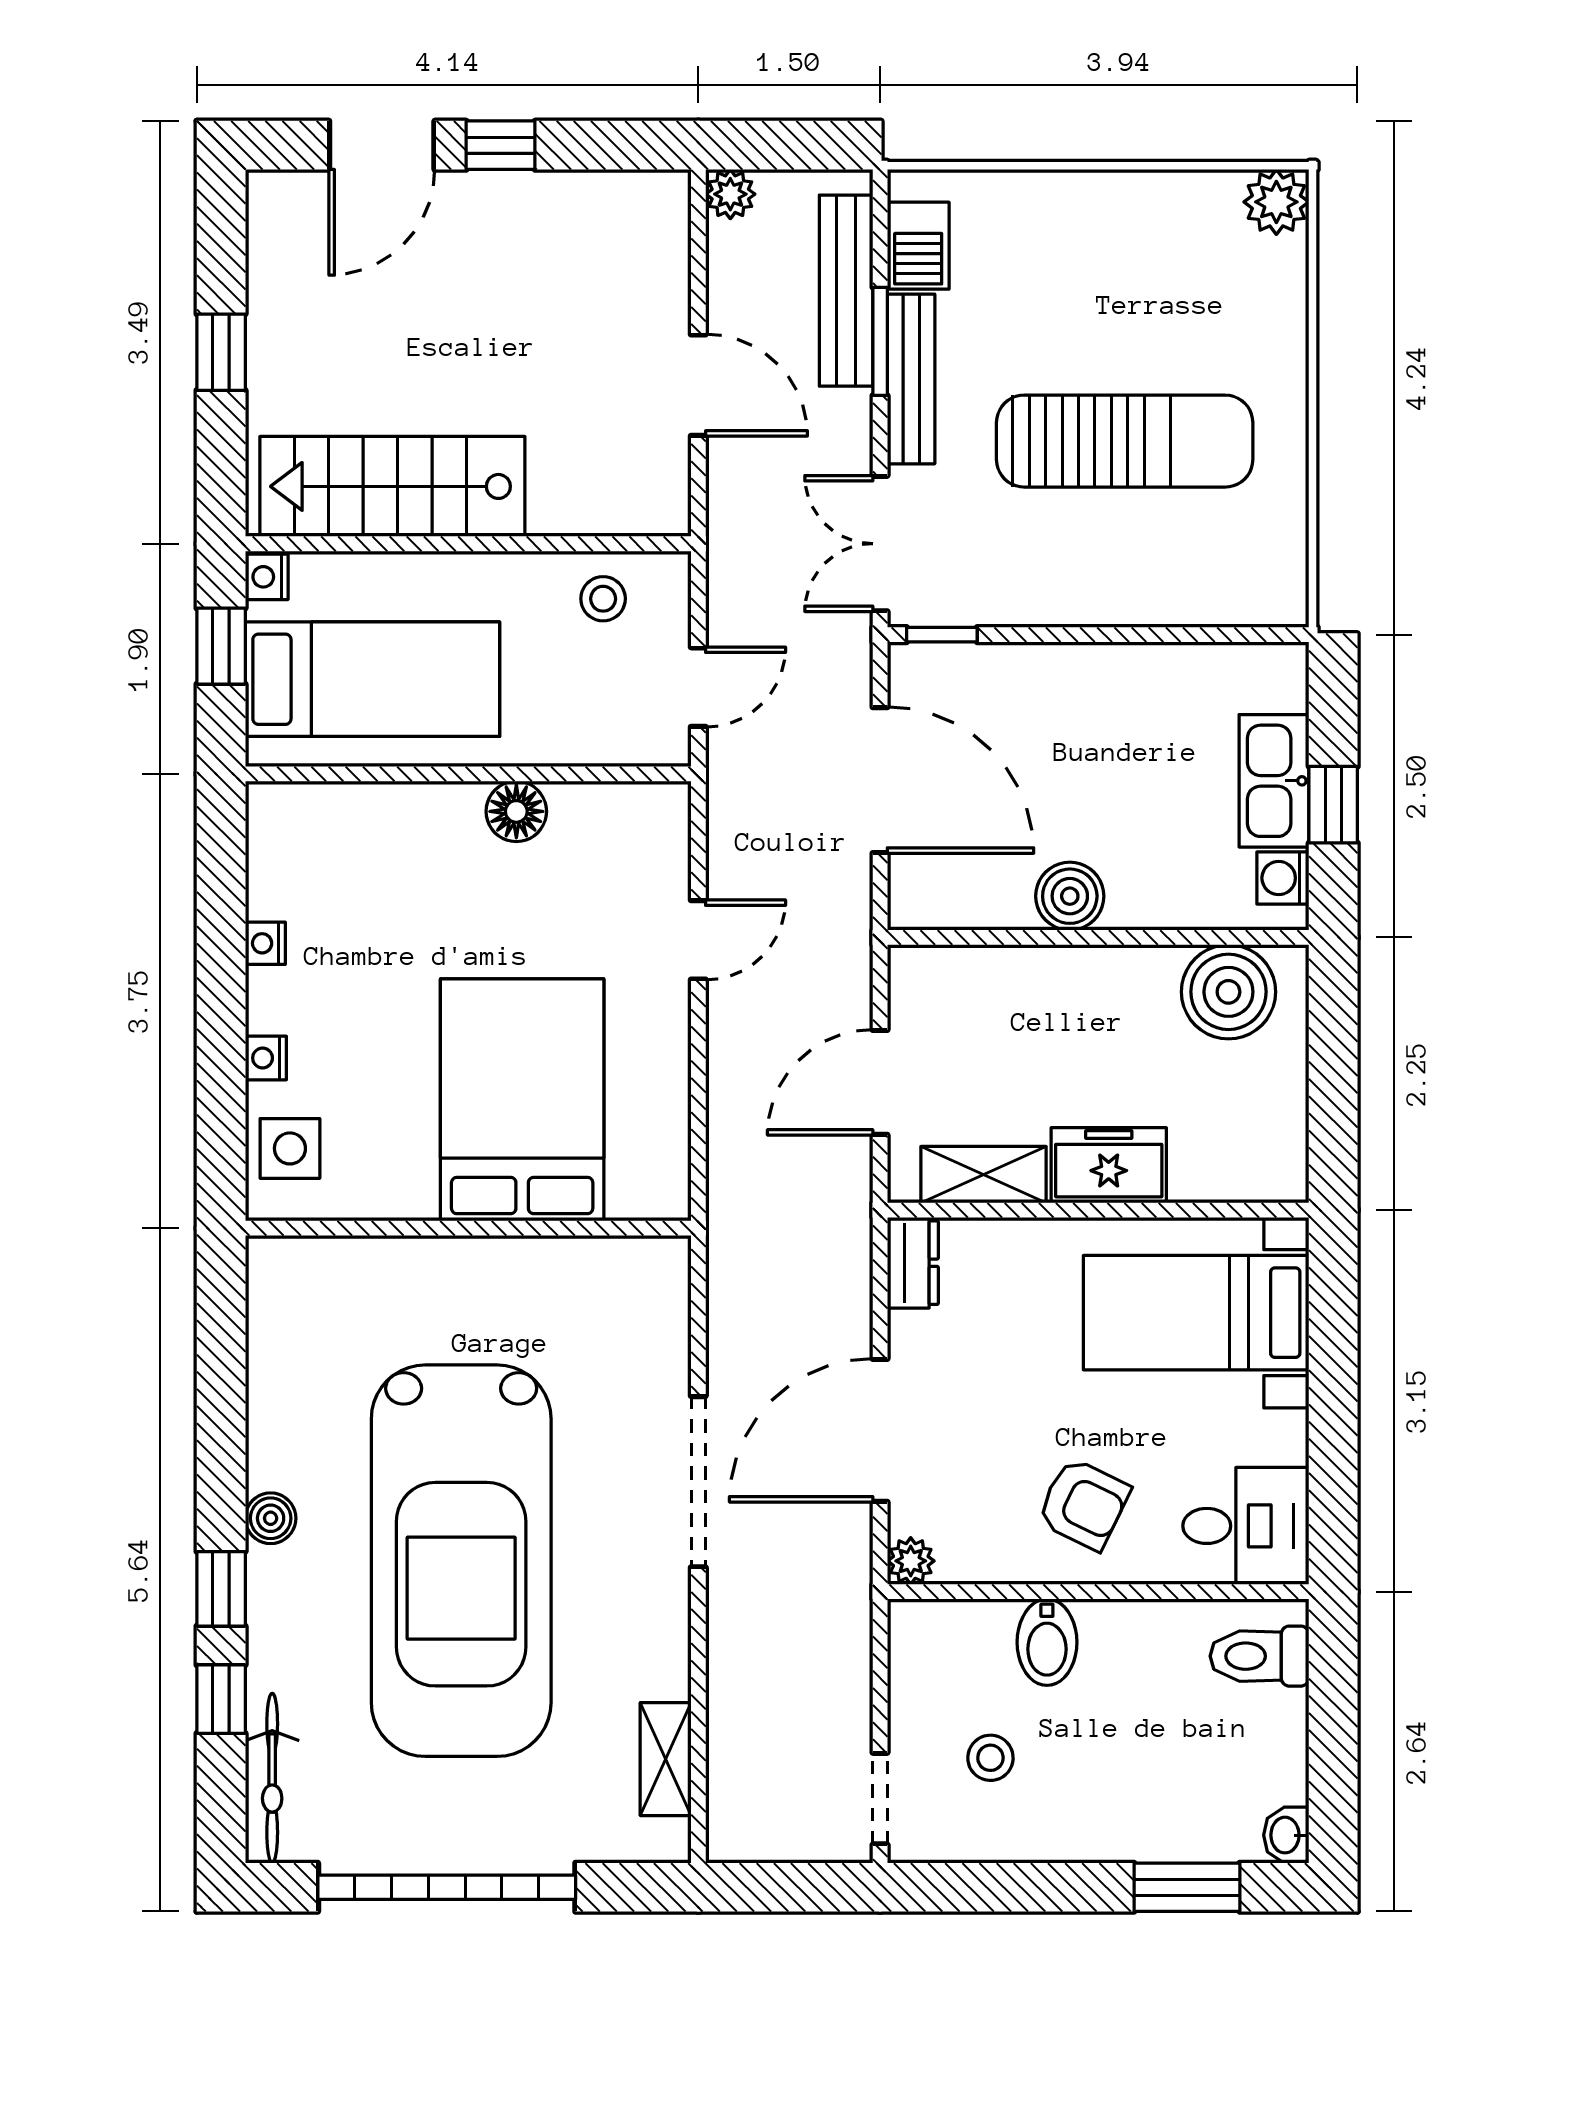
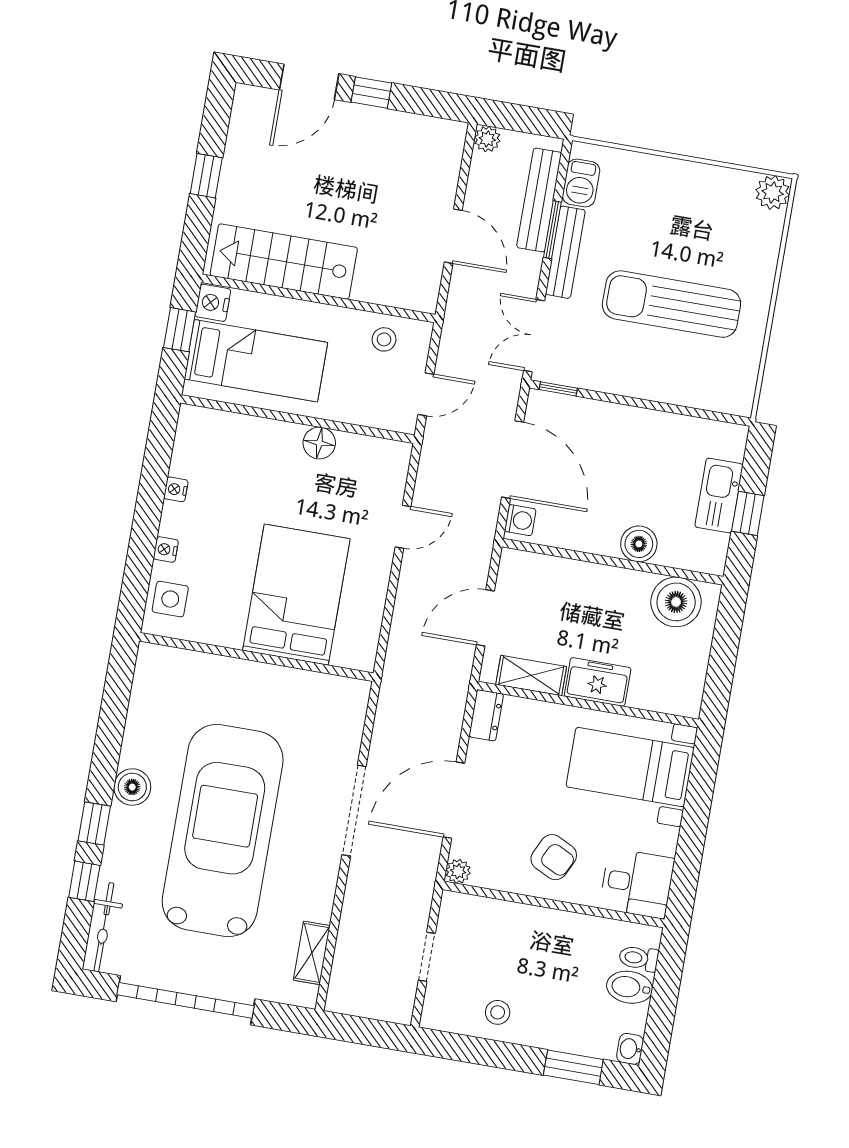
sun lounger: (1125, 441) -> (671, 304), turned 180
nightstand: (267, 577) -> (213, 303), width x1.39, depth x1.35
washing machine: (1283, 878) -> (520, 520), moved, turned 180
boiler: (1070, 896) -> (639, 544), moved
boiler: (271, 1518) -> (132, 787), width x1.36, depth x1.36
car: (461, 1561) -> (223, 831), turned 180
bidet: (1047, 1642) -> (630, 987), moved, turned 90
toilet: (1259, 1656) -> (639, 958), width x0.73, depth x0.72
stool: (990, 1758) -> (498, 1012), moved
doorway: (880, 1799) -> (427, 957), moved

